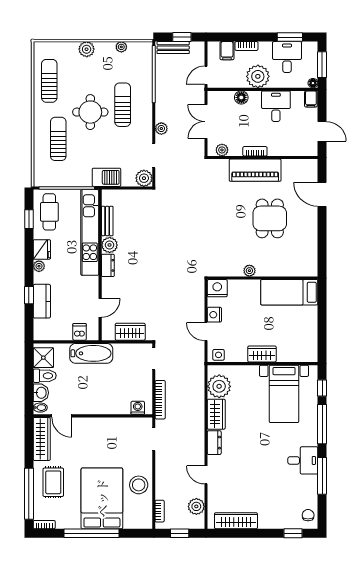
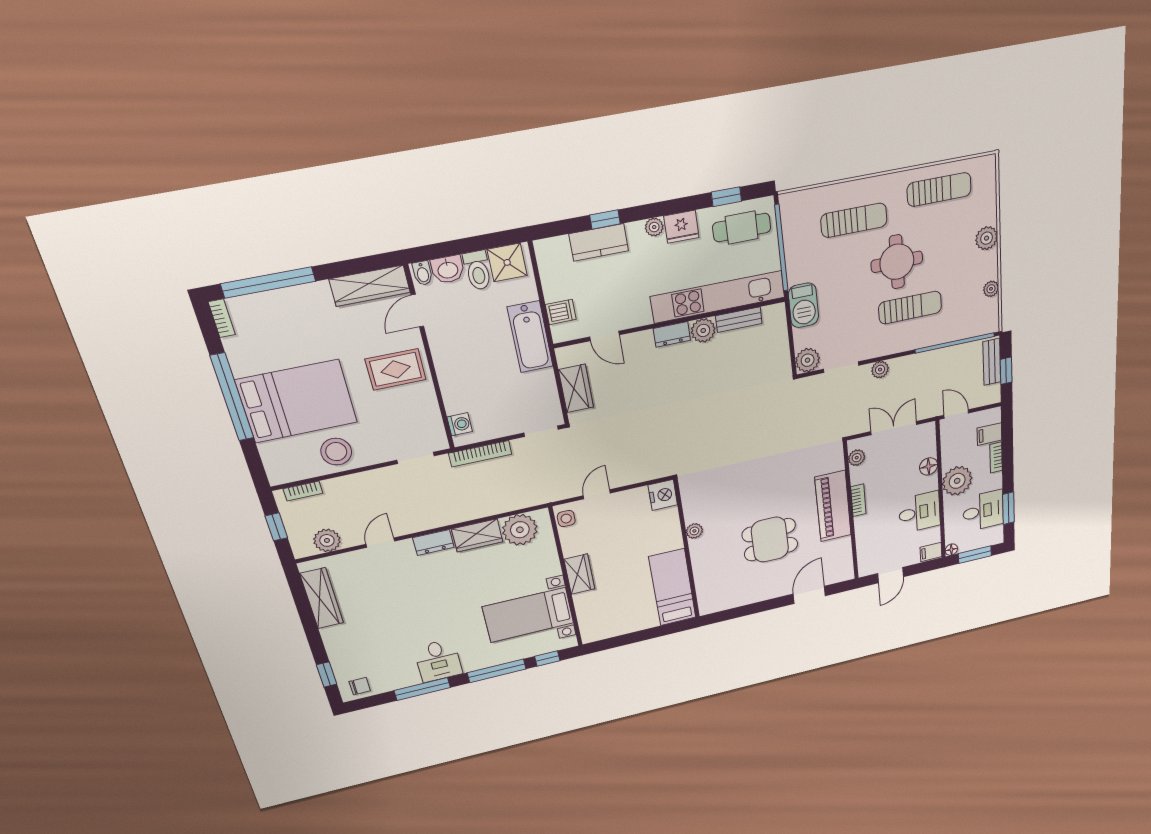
nightstand: (214, 315) -> (624, 500), removed
rug: (53, 482) -> (396, 369), moved

